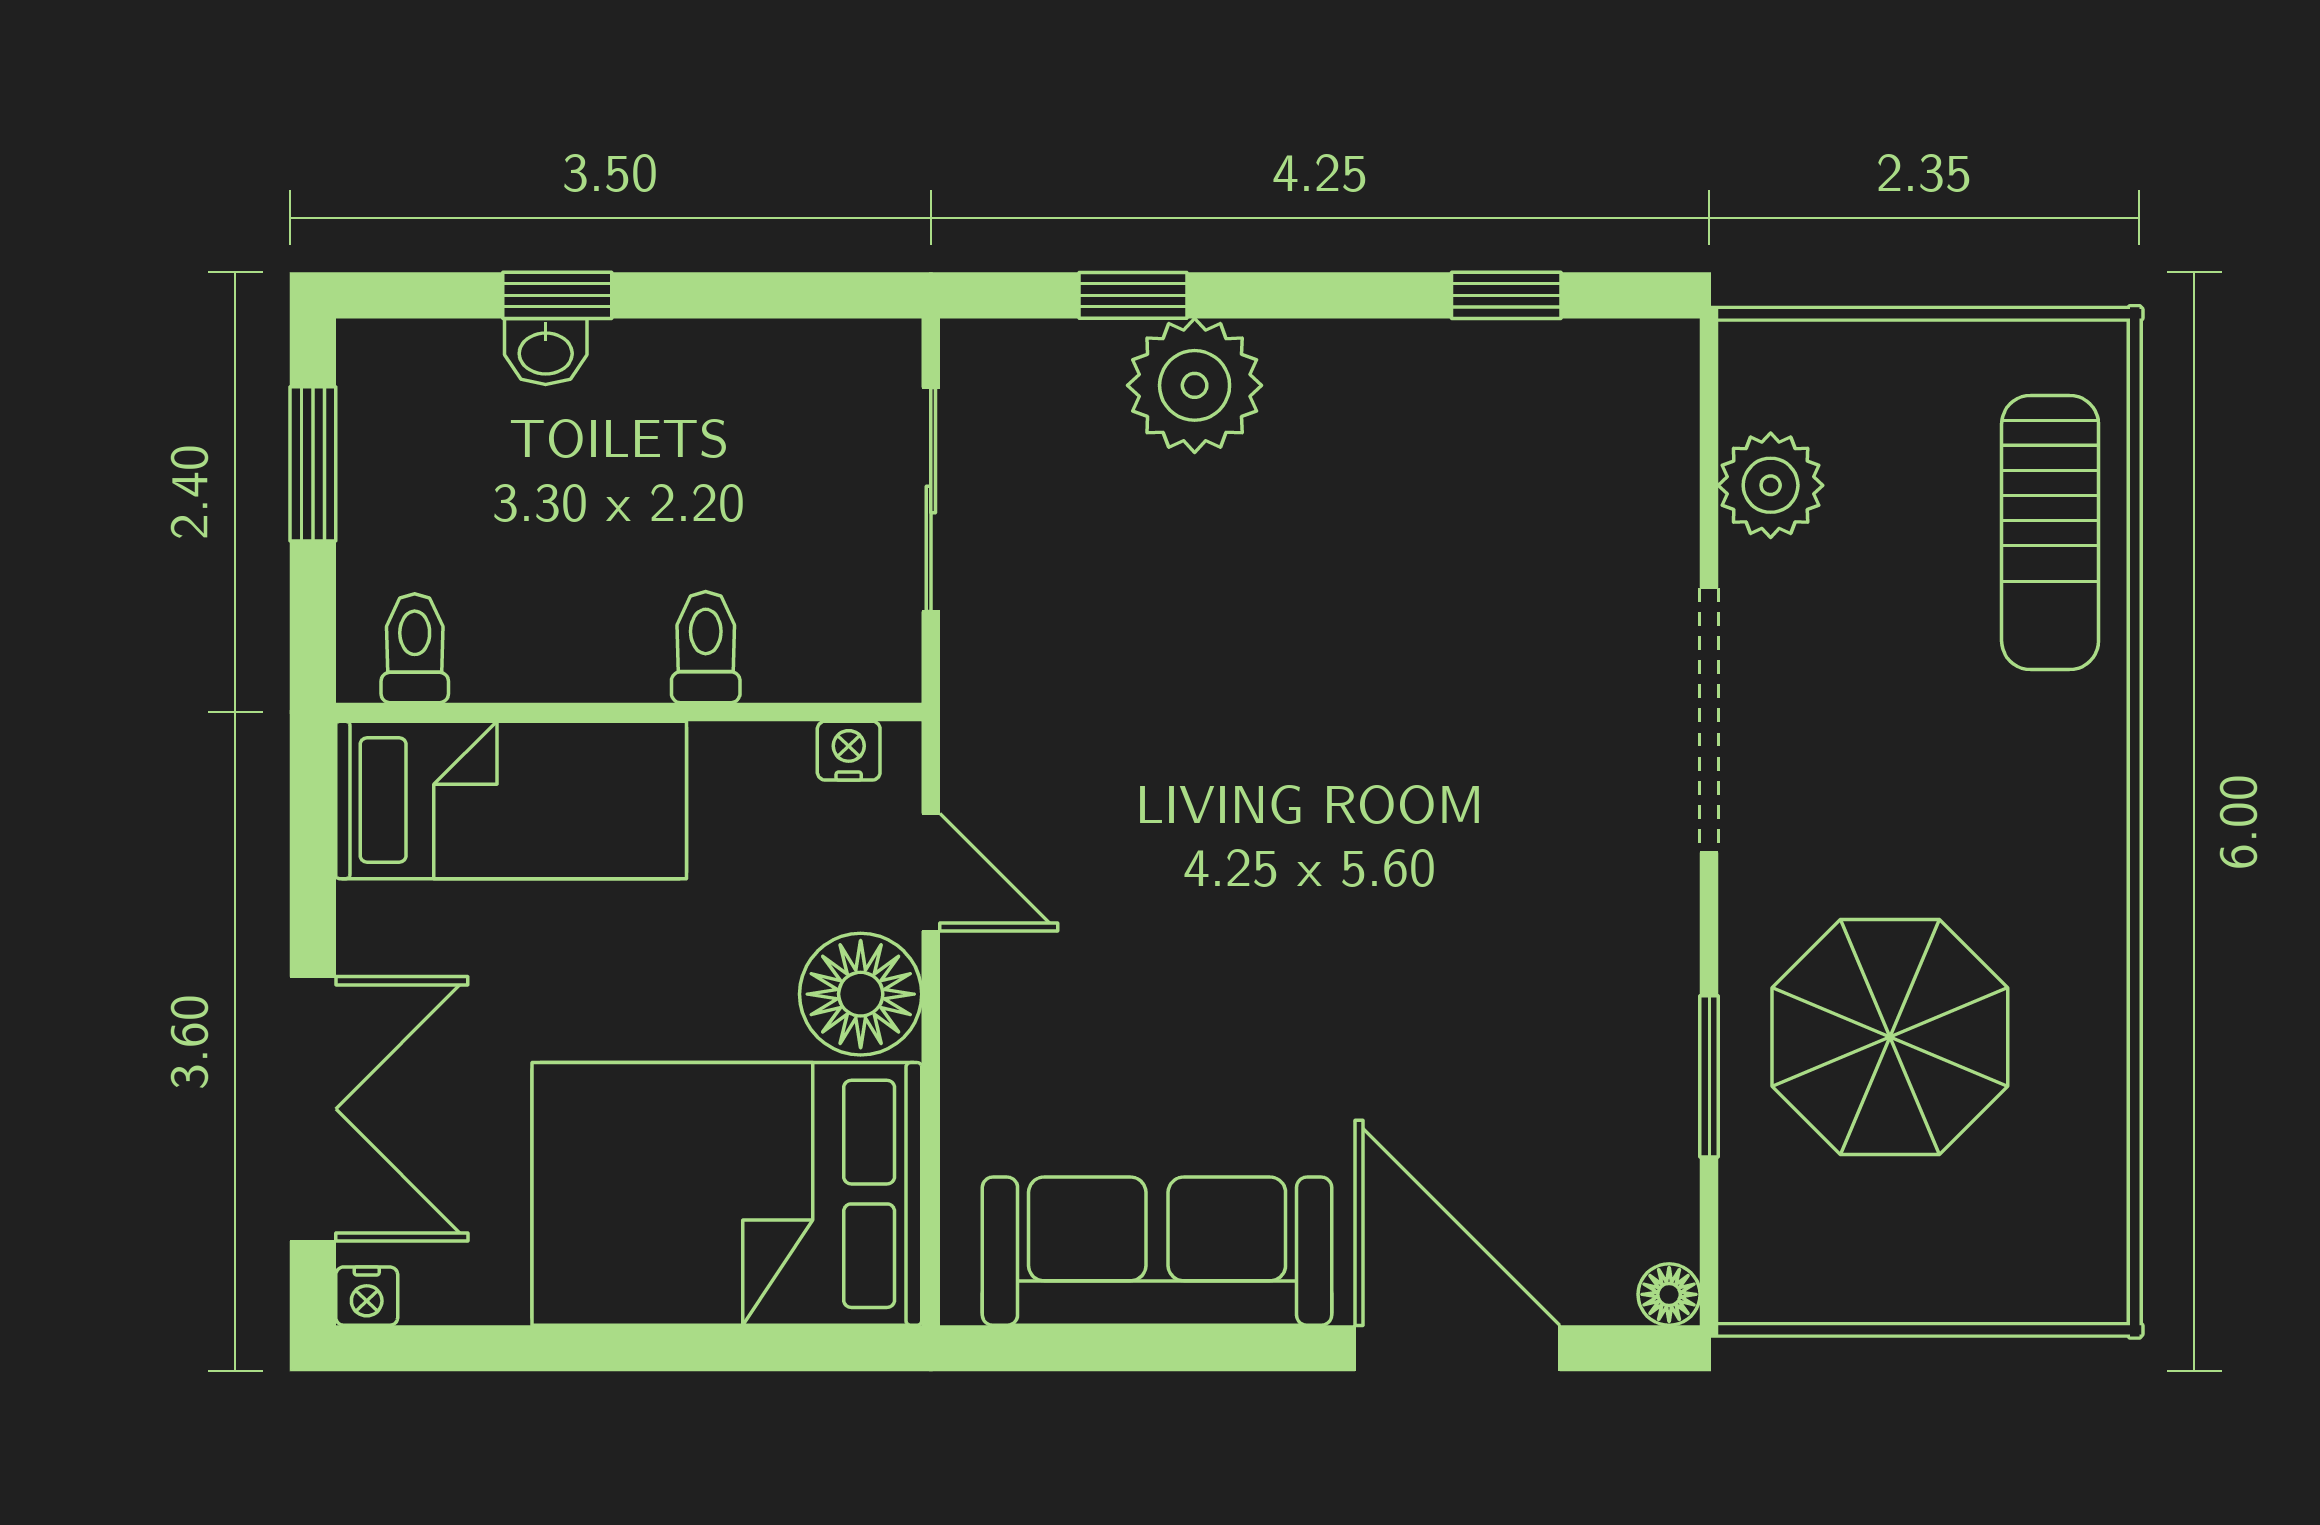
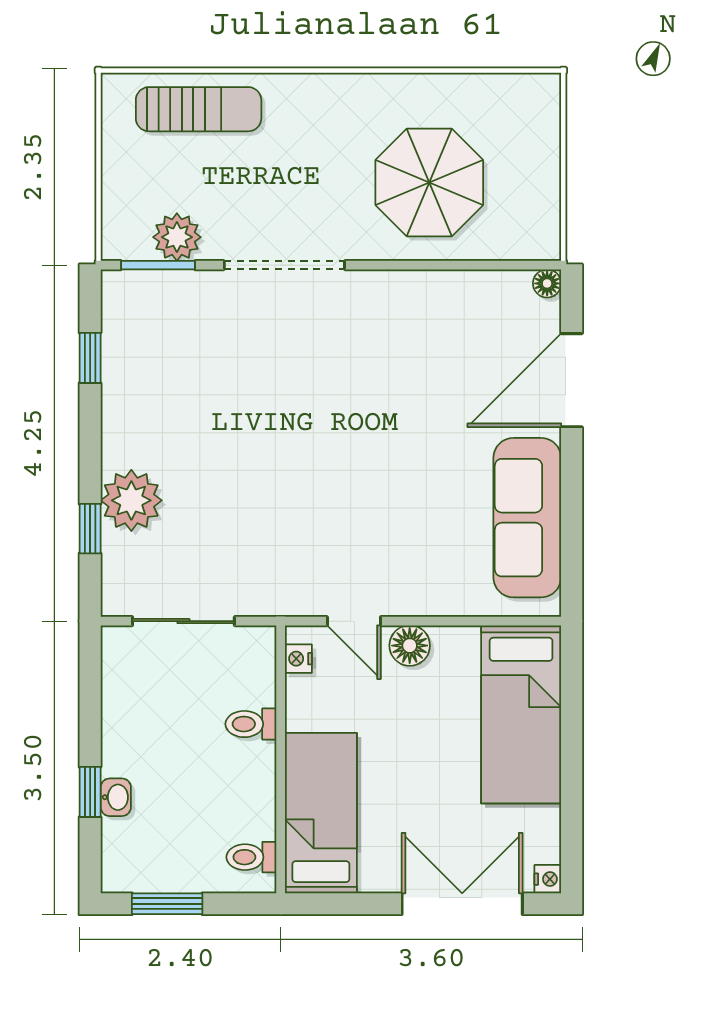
door: (931, 872) -> (354, 621), swing flipped
floor lamp: (861, 994) -> (410, 646), width x0.73, depth x0.73
window: (1709, 1076) -> (158, 265), moved
bed: (727, 1194) -> (521, 714), width x0.67

